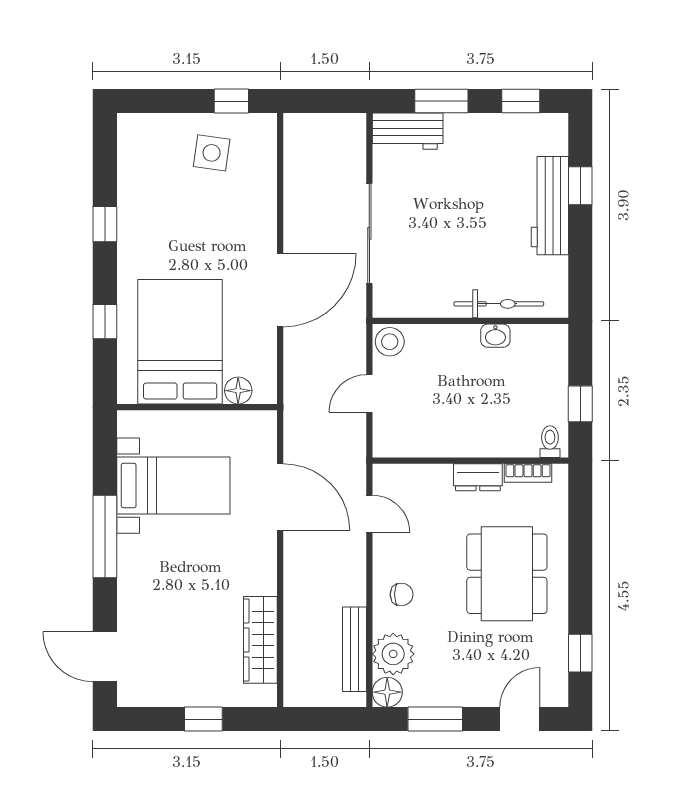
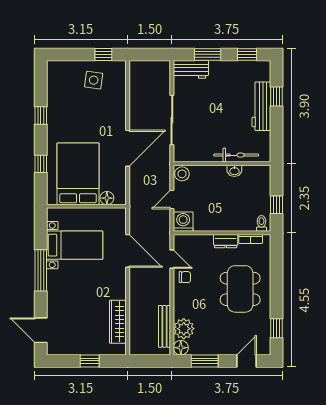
washing machine: (392, 438) -> (183, 222), added
chair: (402, 594) -> (185, 277), moved

